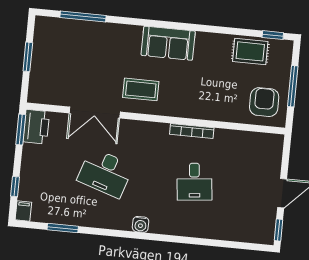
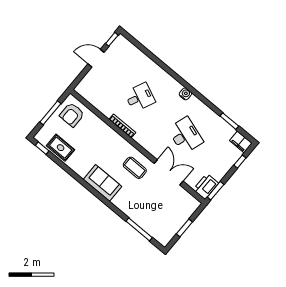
desk: (194, 182) -> (140, 97), turned 30
filing cabinet: (23, 211) -> (241, 142), width x2.00

